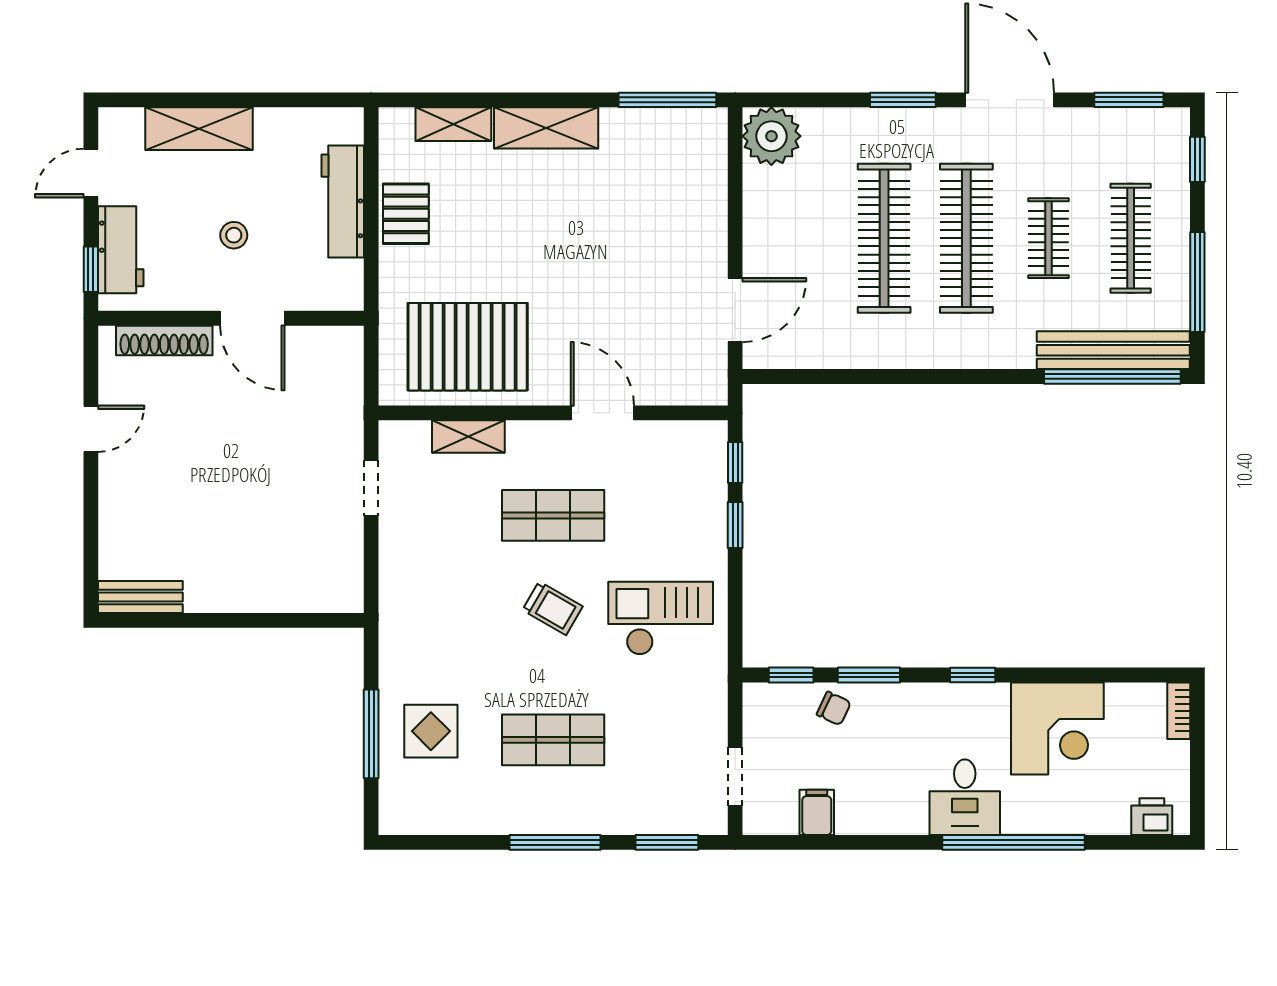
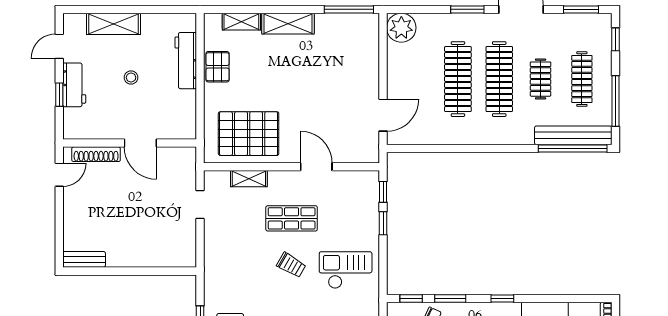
wall: (231, 318) -> (130, 143), moved
door: (252, 318) -> (140, 143), moved
shoe rack: (164, 340) -> (96, 154), moved

